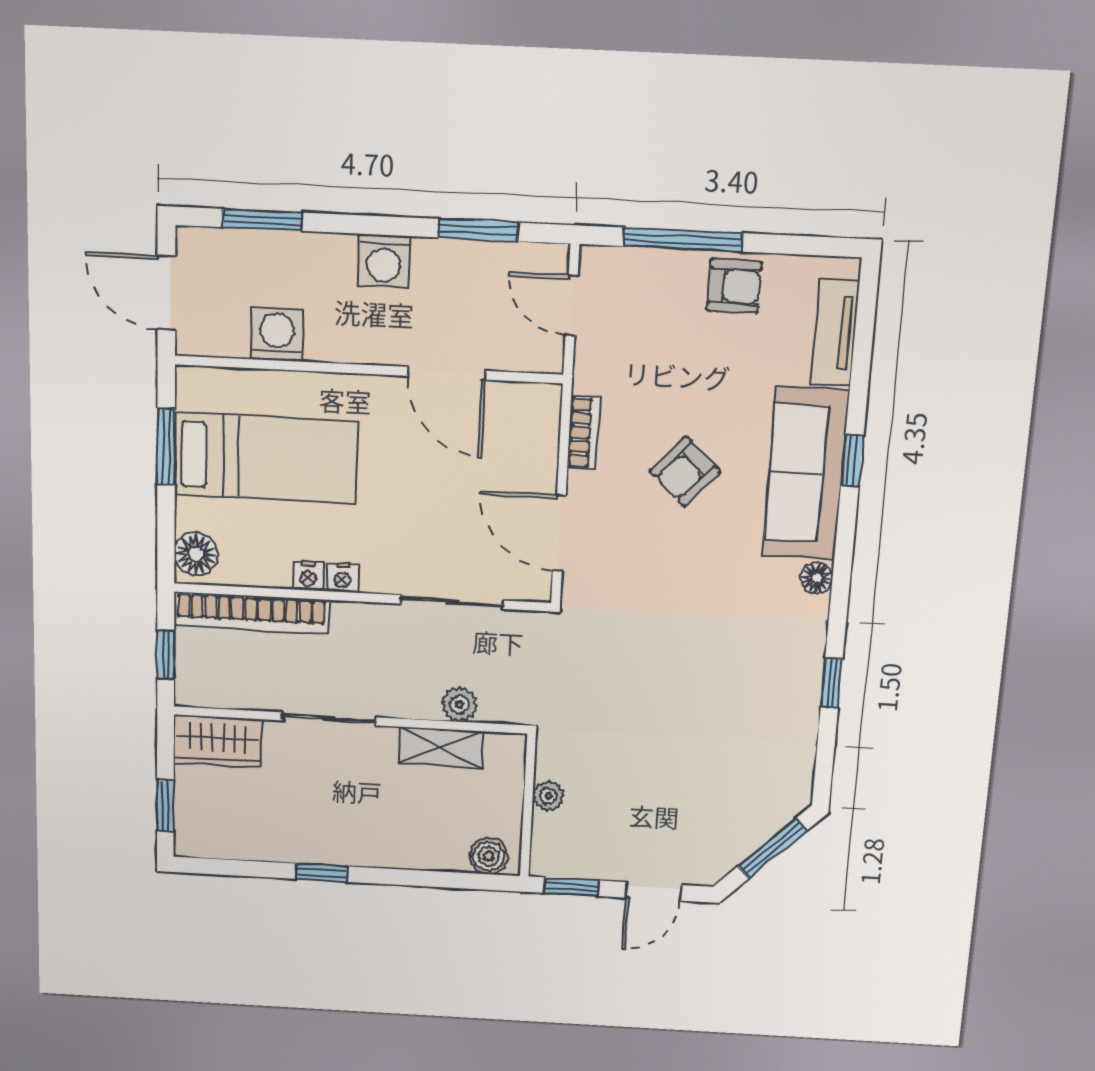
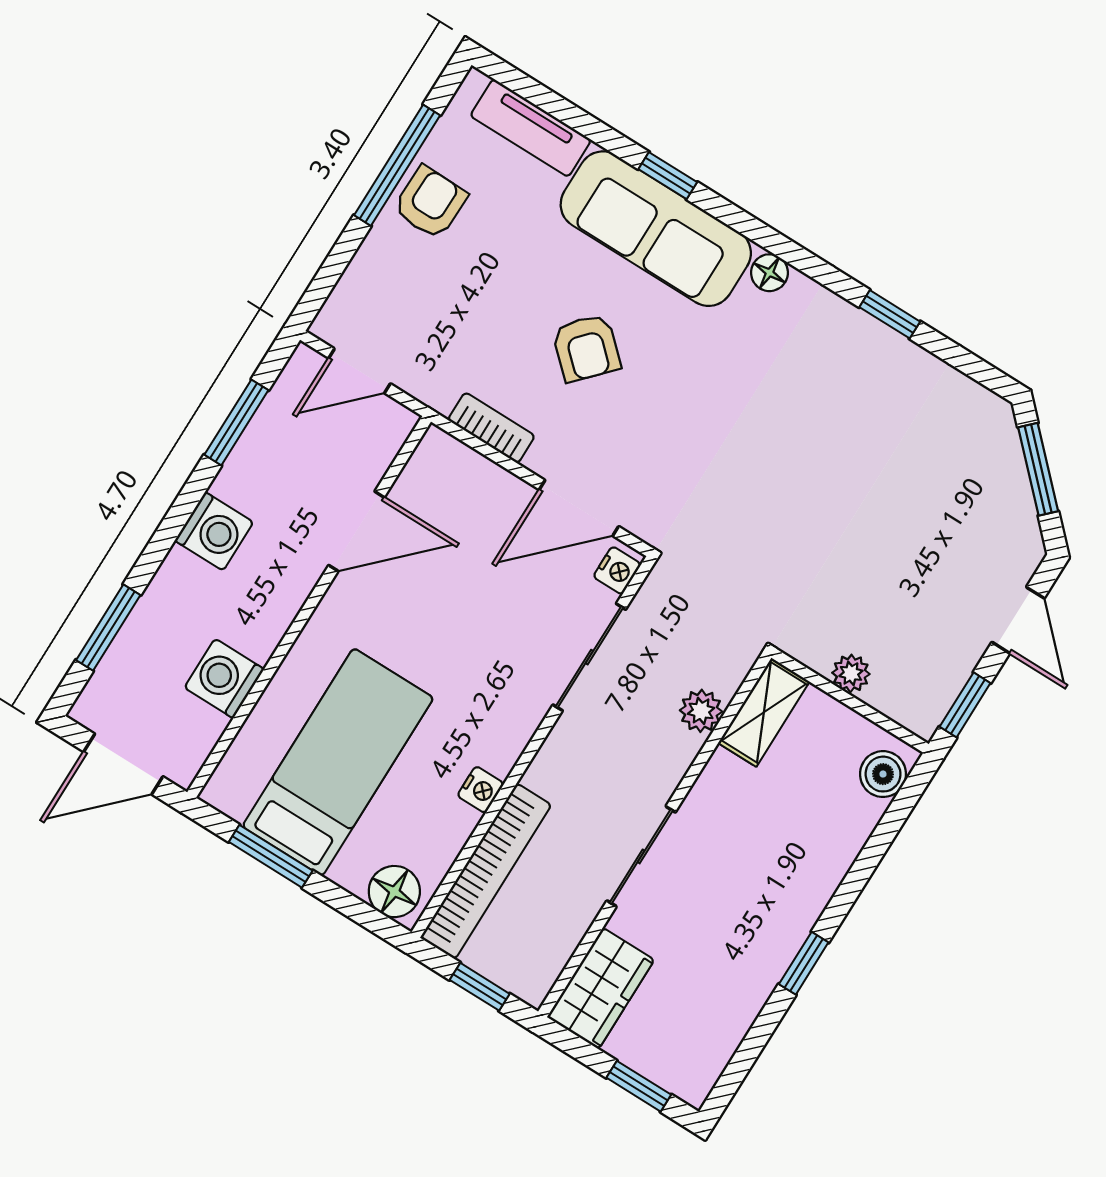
window: (683, 240) -> (397, 165), moved
nightstand: (343, 578) -> (617, 570), moved
shelving: (441, 747) -> (764, 712), moved

